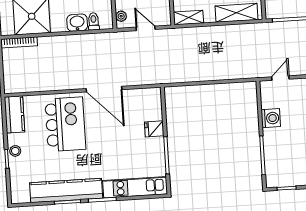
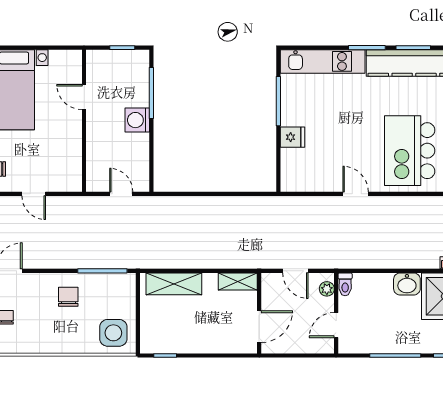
toilet: (94, 21) -> (345, 284), moved
washbasin: (77, 23) -> (407, 284), moved
door: (280, 78) -> (121, 194), swing flipped
door: (104, 89) -> (356, 194), width x0.53
washing machine: (271, 118) -> (137, 120), moved

